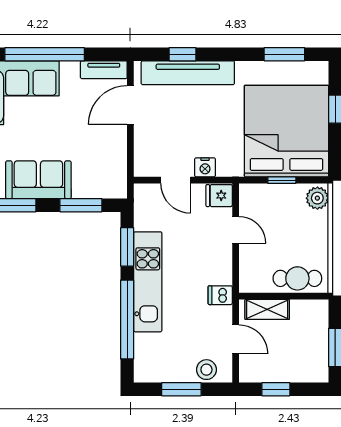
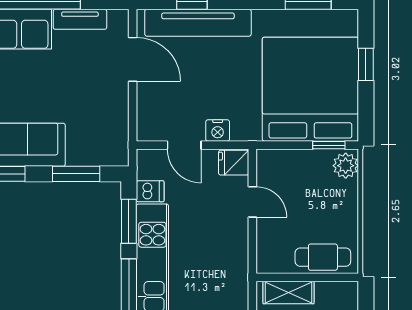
tv unit: (104, 70) -> (80, 19), moved
door: (130, 105) -> (133, 59), swing flipped
window: (282, 180) -> (329, 145), moved
dishwasher: (220, 295) -> (150, 191), moved, turned 180

